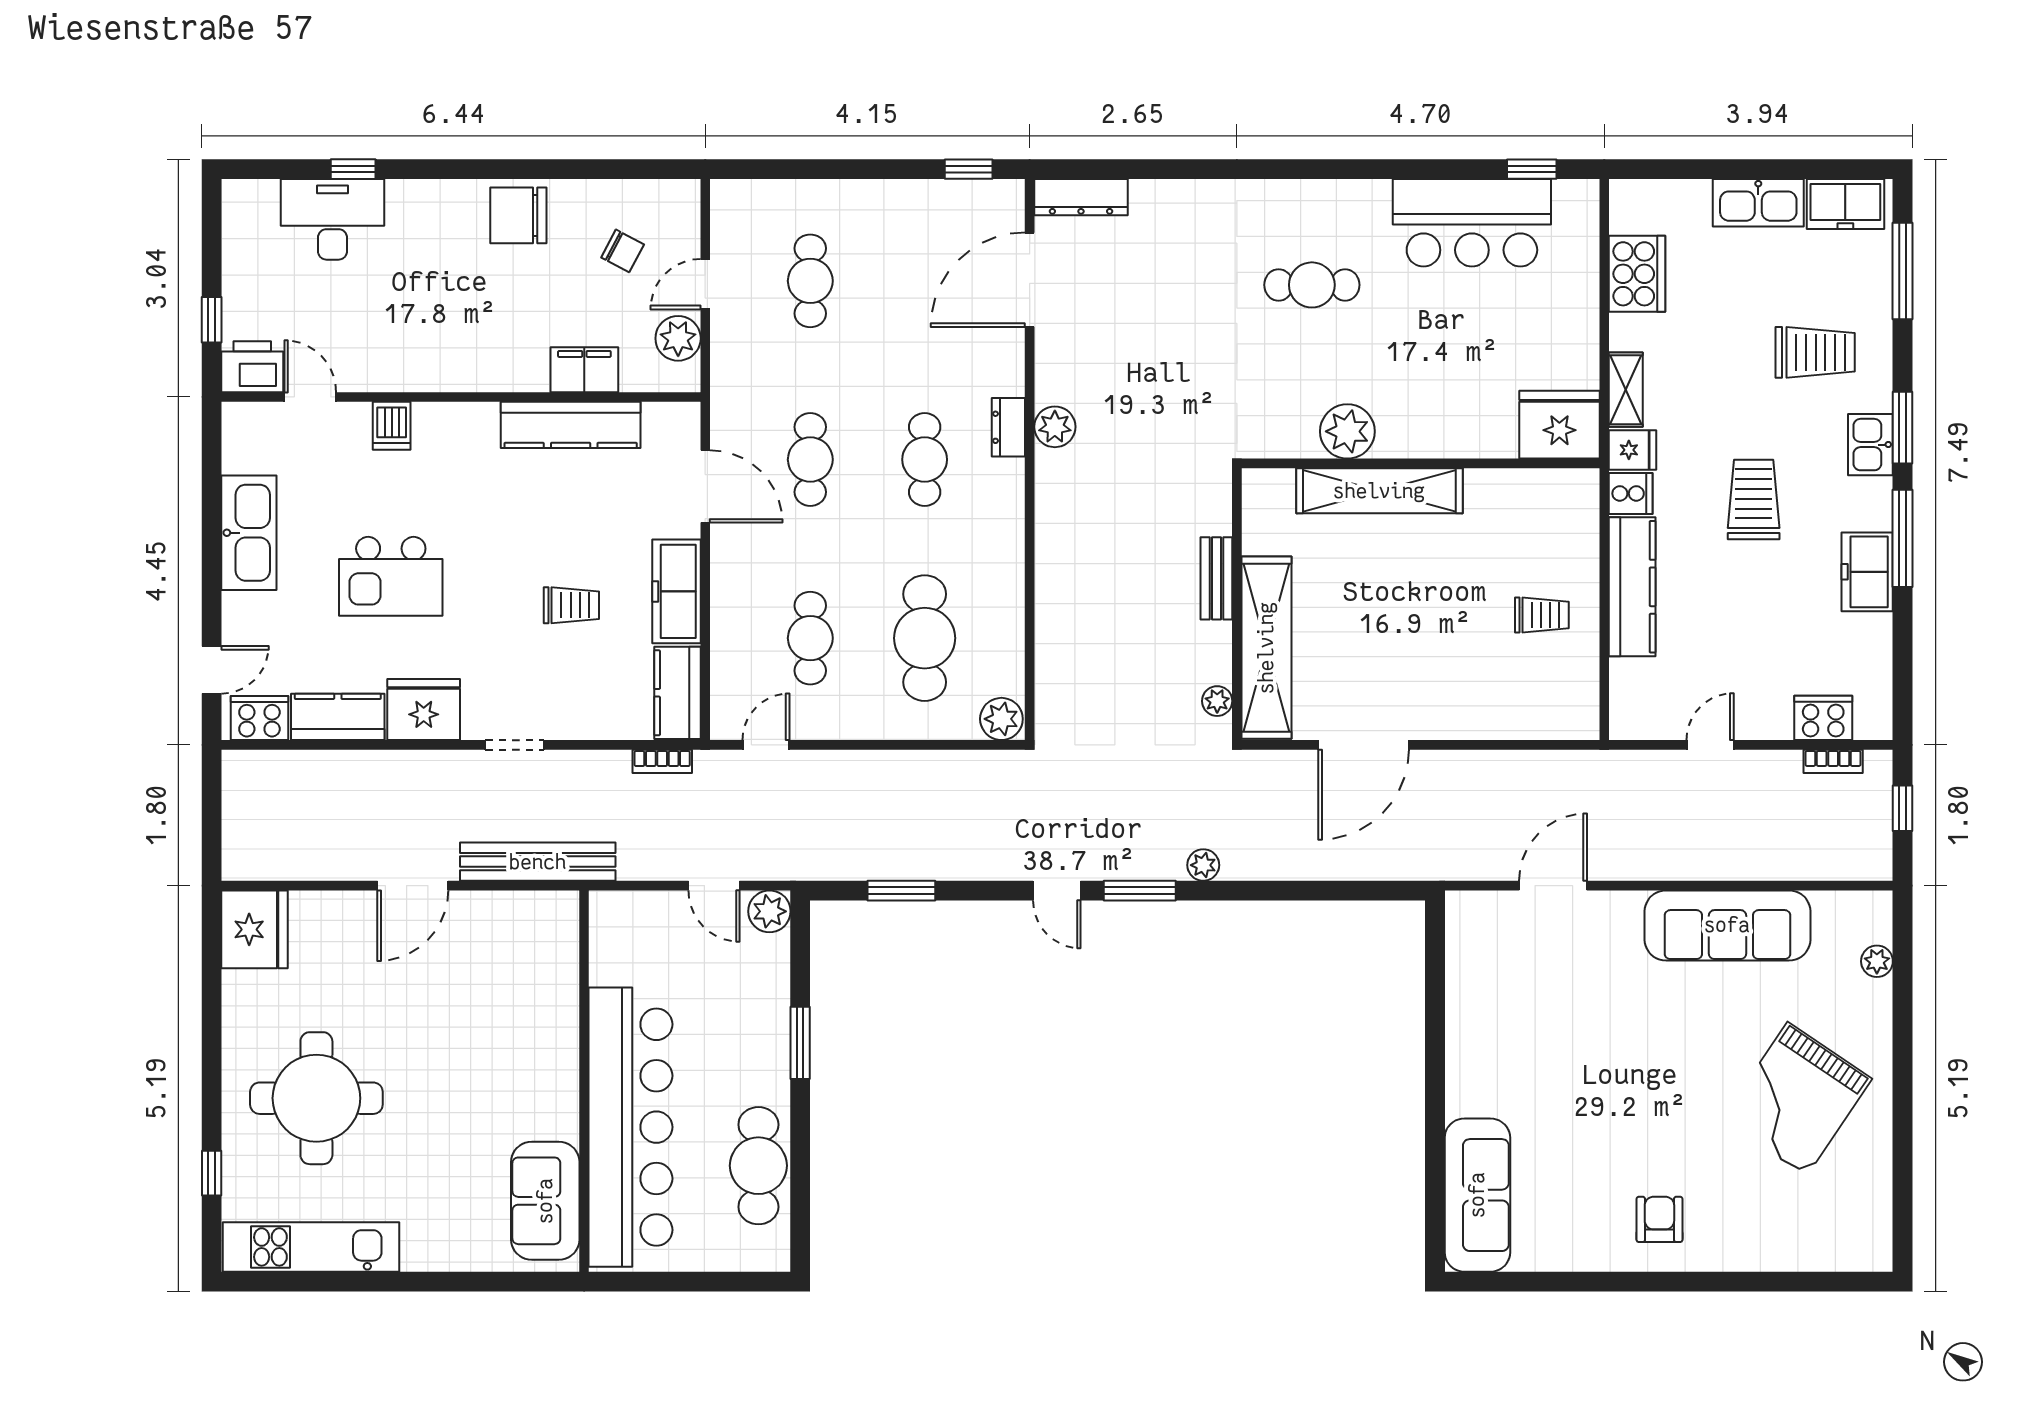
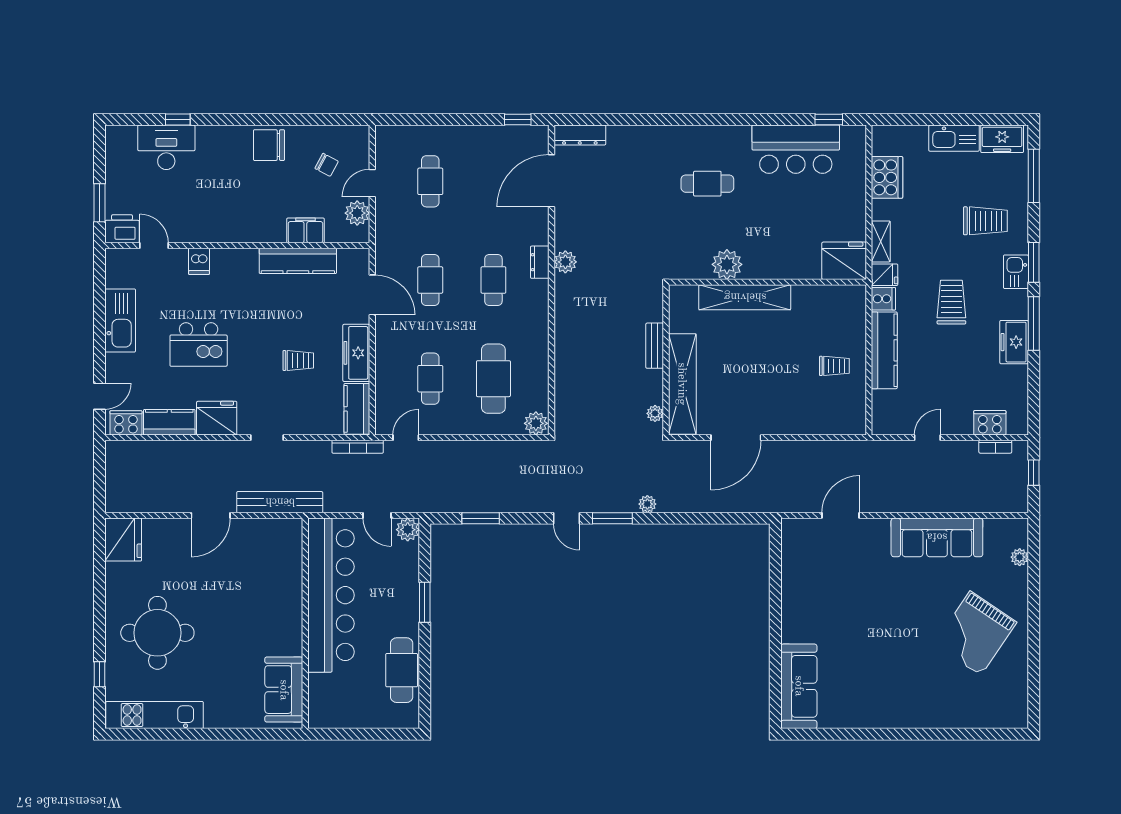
window: (212, 320) -> (99, 203), width x1.50
bookcase: (662, 761) -> (358, 447), width x1.56
bar counter: (630, 1127) -> (331, 595), moved
armchair: (1659, 1219) -> (899, 700), removed

